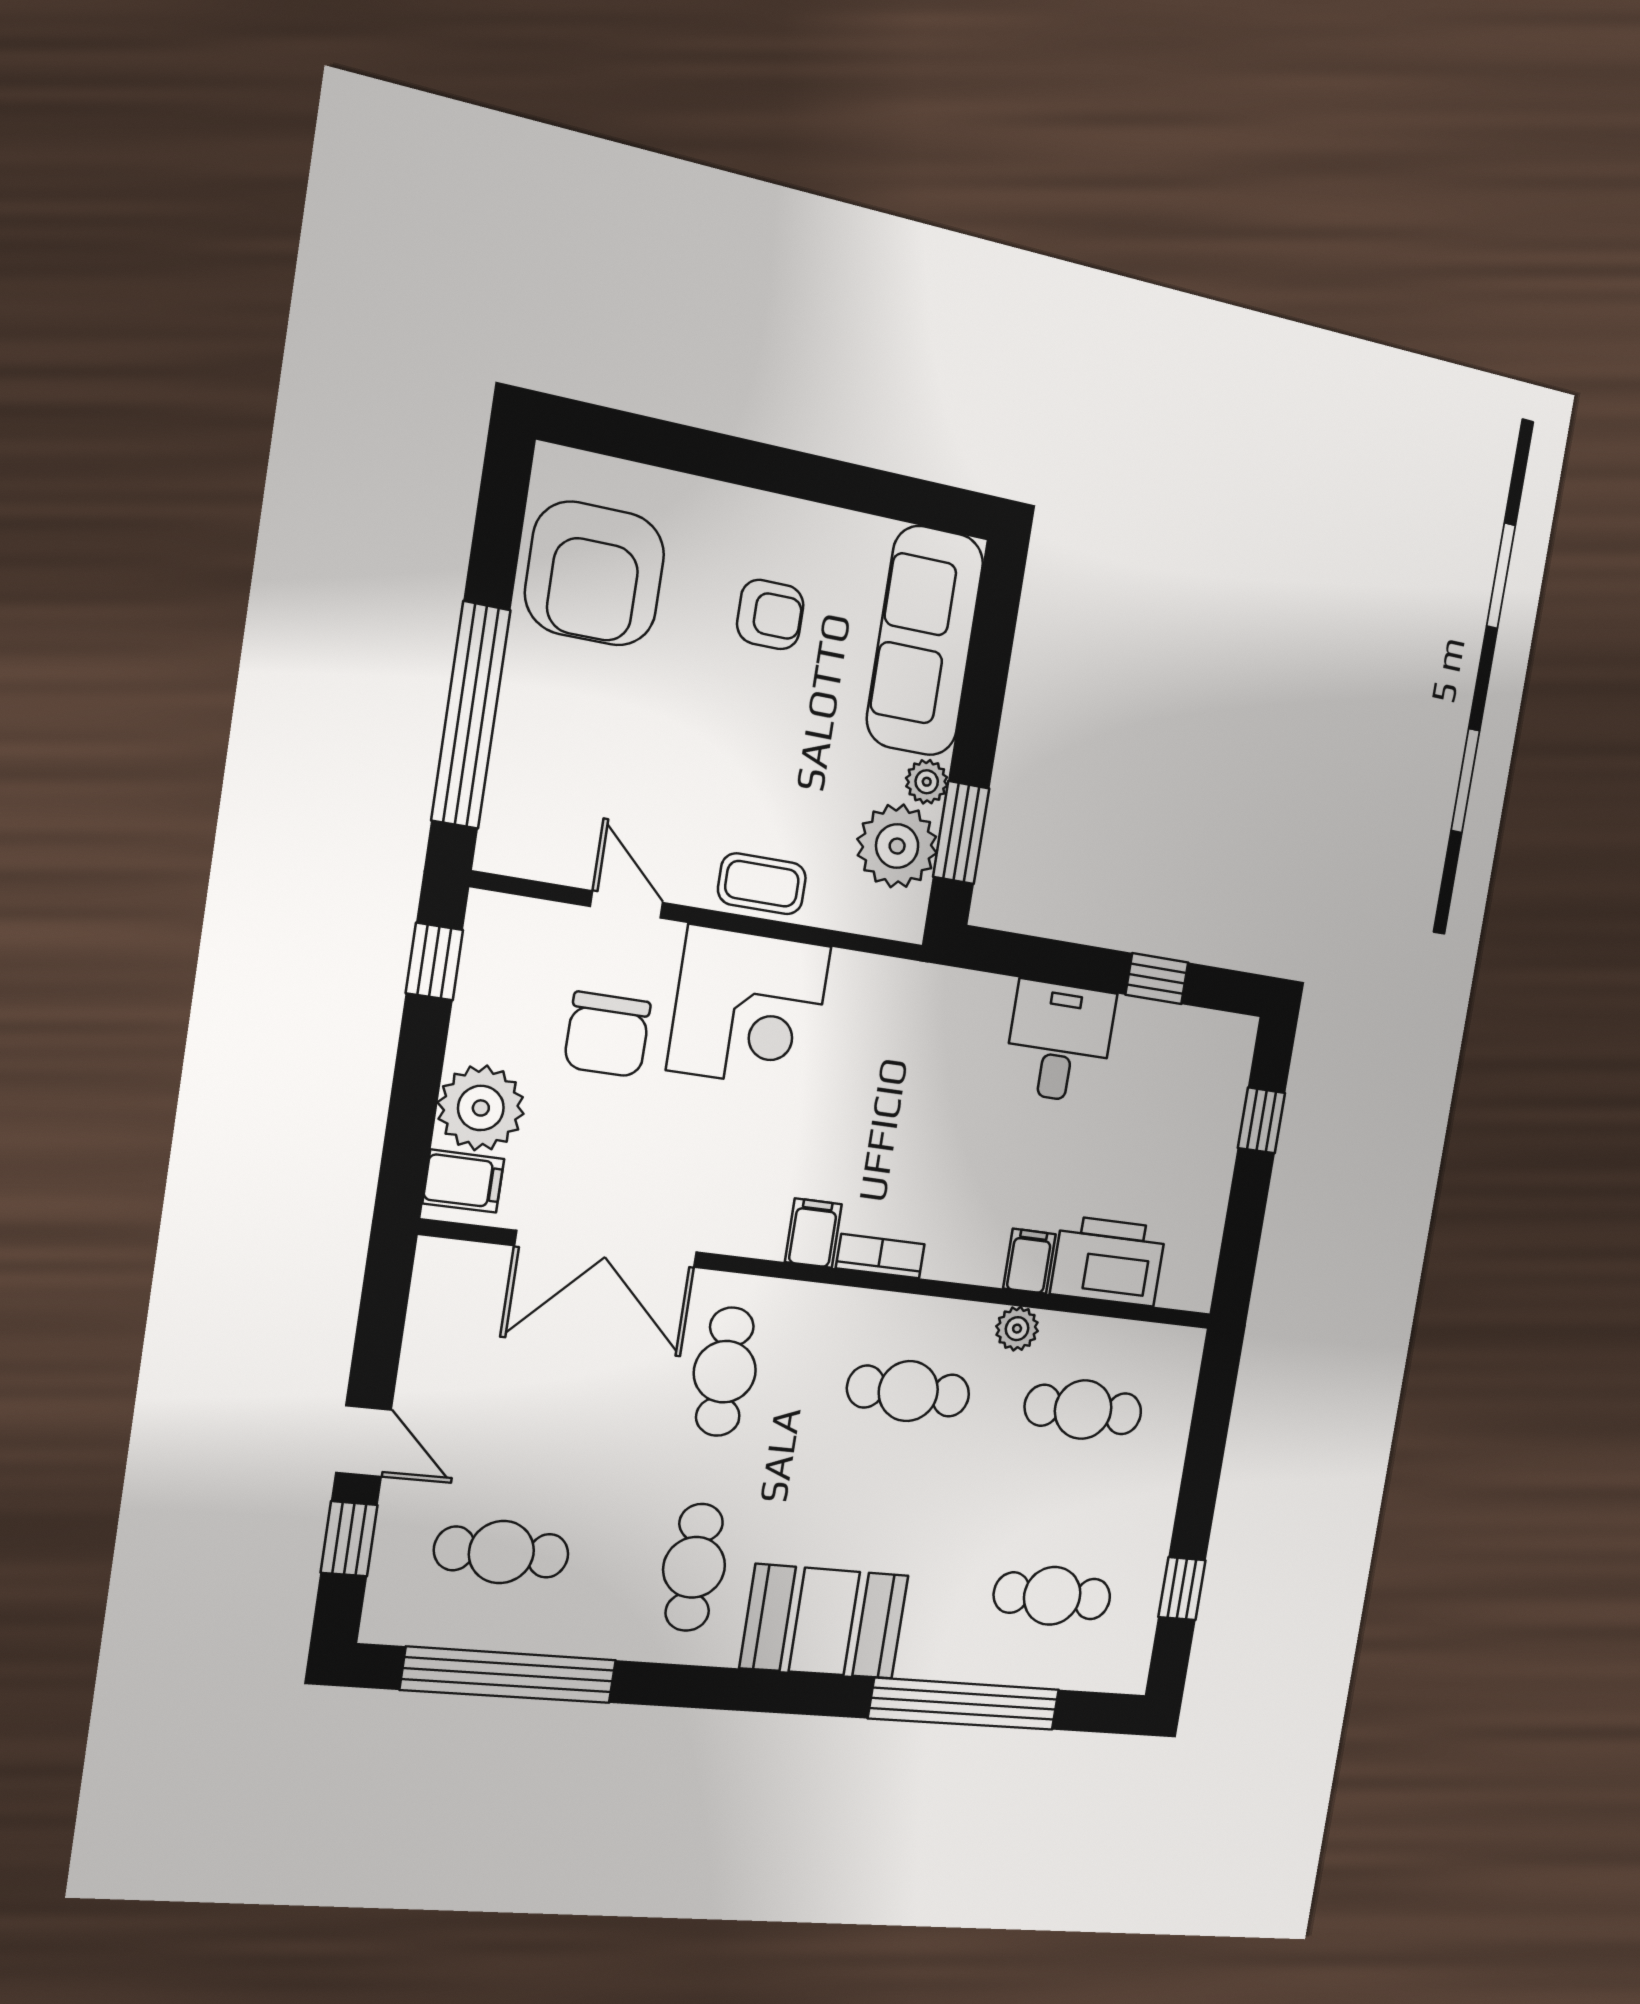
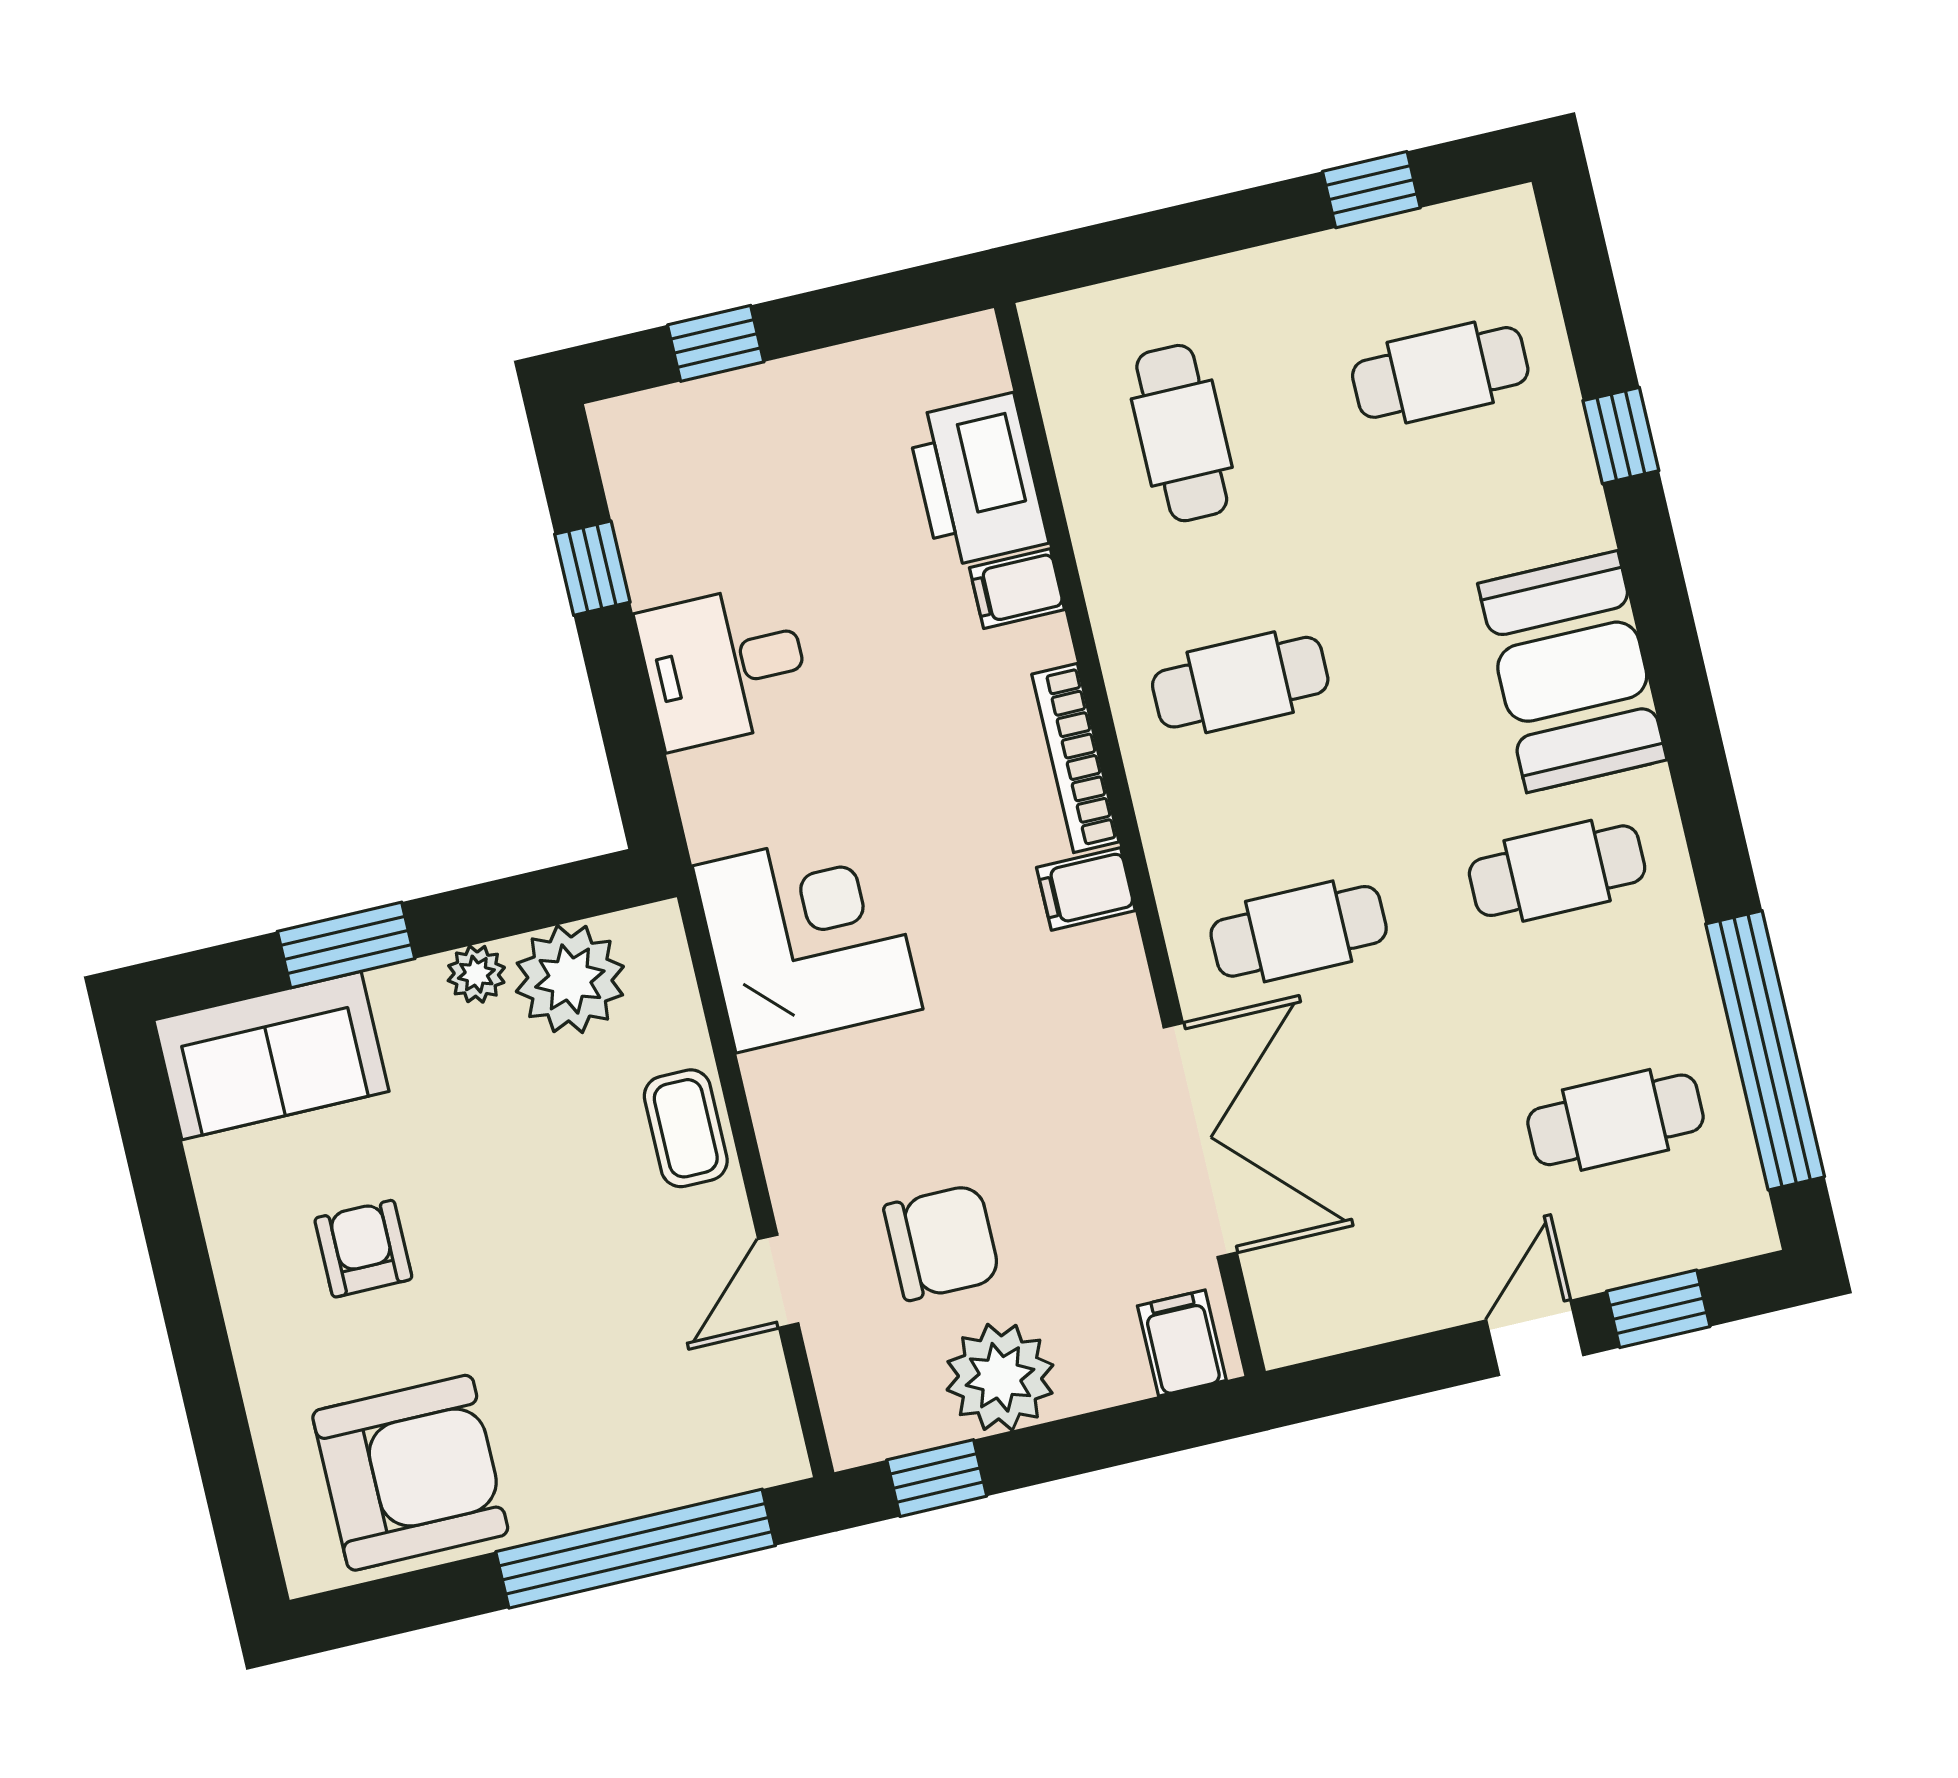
sofa: (925, 641) -> (271, 1056), width x0.73
window: (961, 833) -> (346, 945), moved
corner desk: (749, 1008) -> (808, 938), moved
plant: (481, 1108) -> (1000, 1377), moved
bookcase: (880, 1256) -> (1075, 758), width x1.56
plant: (1017, 1329) -> (1109, 569), removed
cafe table: (908, 1391) -> (1240, 682), turned 90
cafe table: (501, 1552) -> (1615, 1120), turned 90
cafe table: (1052, 1596) -> (1440, 372), turned 90
window: (964, 1704) -> (1621, 436), width x0.32

